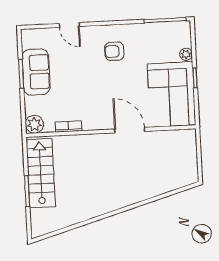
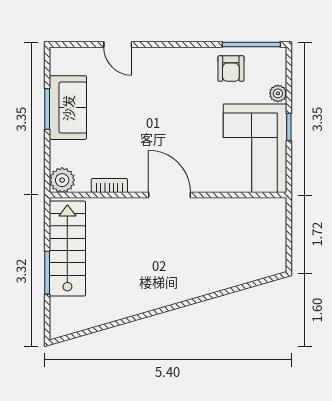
armchair: (114, 51) -> (231, 69), moved, turned -90
door: (130, 130) -> (169, 195), moved

